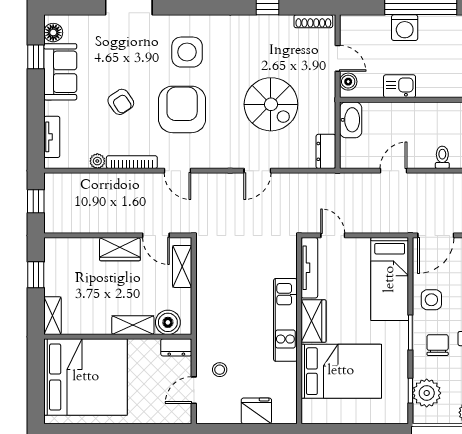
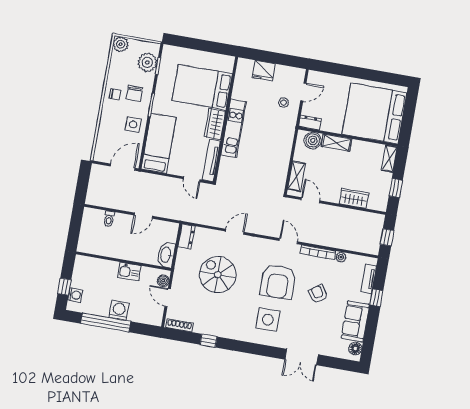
window: (36, 57) -> (376, 298), moved
wardrobe: (120, 249) -> (354, 198), moved

